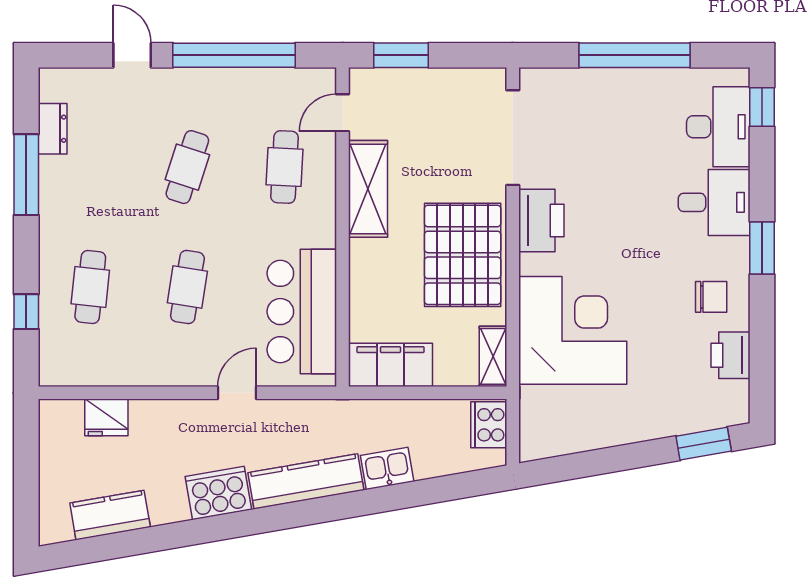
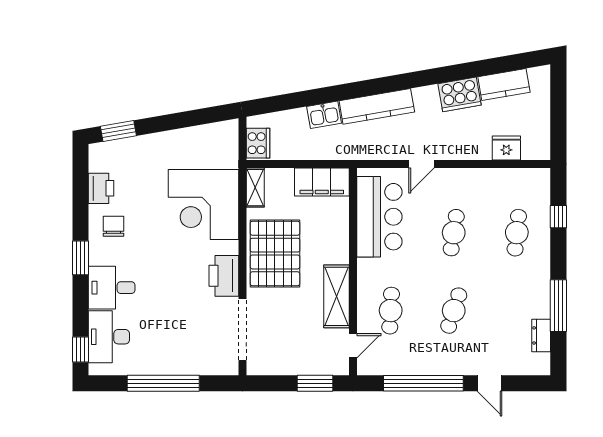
chair: (711, 297) -> (114, 226), turned 90
cooker: (218, 493) -> (460, 94), moved

